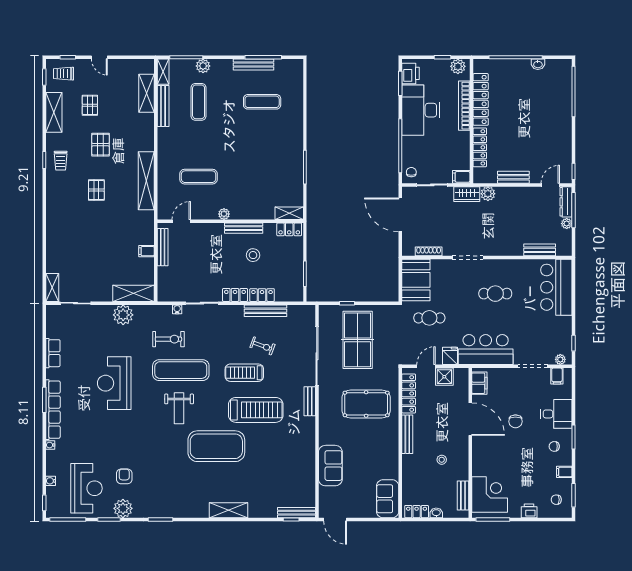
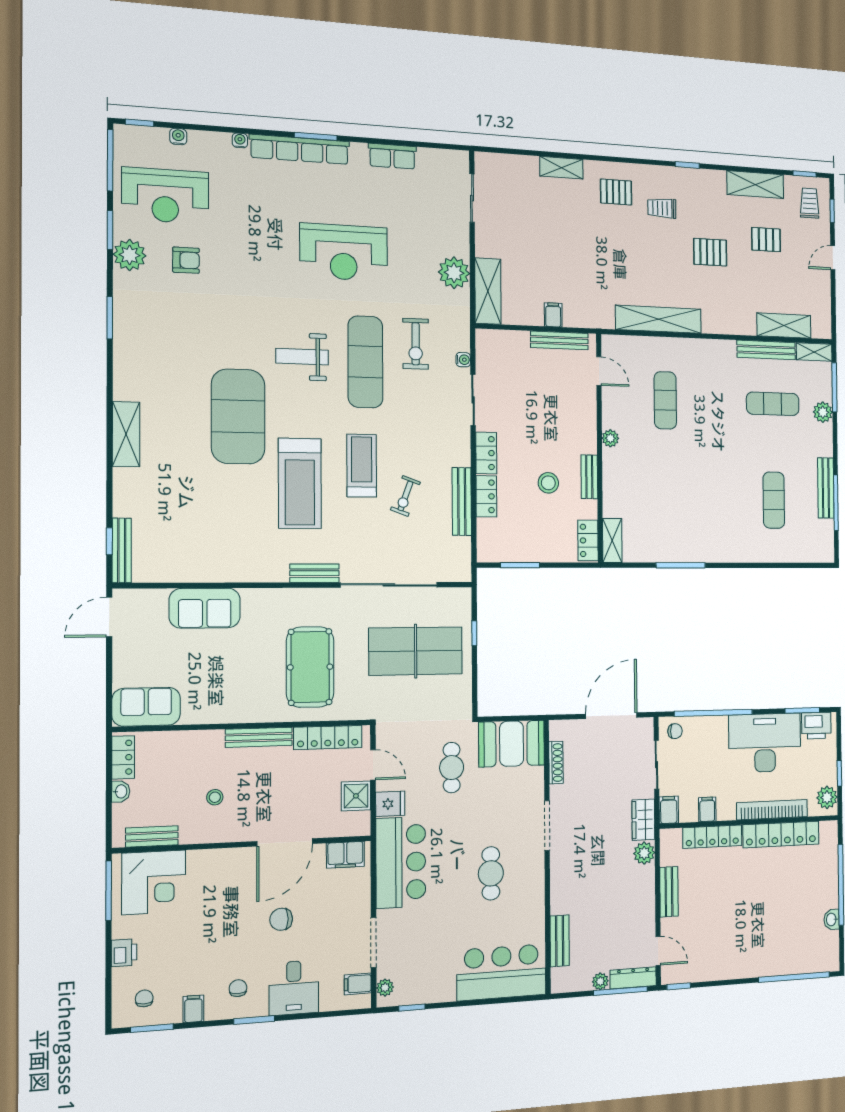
filing cabinet: (462, 151) -> (707, 809), added
trolley: (61, 161) -> (662, 208), moved
pallet: (96, 190) -> (616, 192), moved
bench: (244, 228) -> (589, 477), width x0.73
shelving: (52, 287) -> (561, 168), moved
reception desk: (114, 383) -> (344, 252), turned 180

